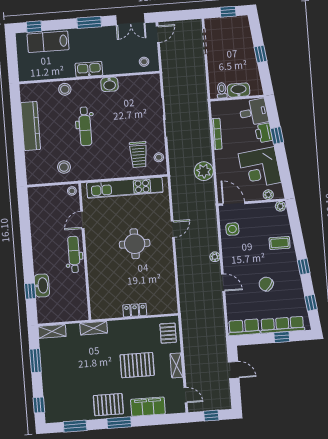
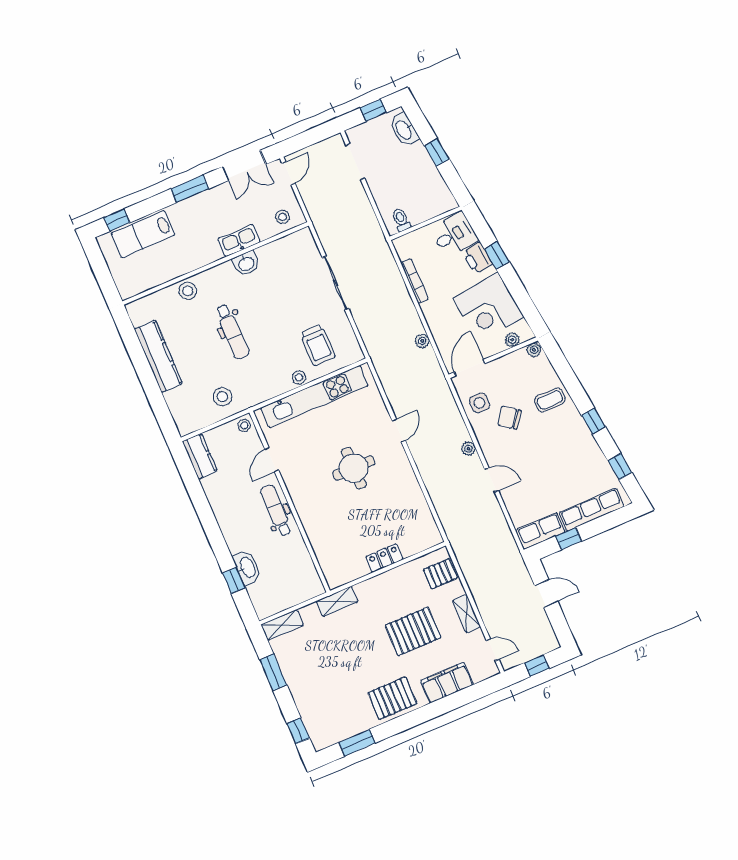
kitchen sink: (89, 69) -> (239, 240), moved
washbasin: (239, 90) -> (404, 130), moved, turned -97
stool: (159, 157) -> (299, 377), moved
plant: (204, 171) -> (422, 341), width x0.53, depth x0.53
kitchen counter: (36, 201) -> (200, 456), added
door: (234, 204) -> (469, 368), hinge flipped
chair: (266, 284) -> (509, 418), moved
pallet: (168, 333) -> (440, 574), turned 90
window: (282, 337) -> (568, 539), moved
window: (119, 423) -> (415, 718), removed

